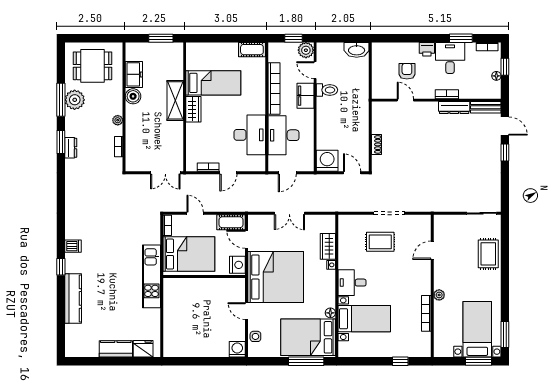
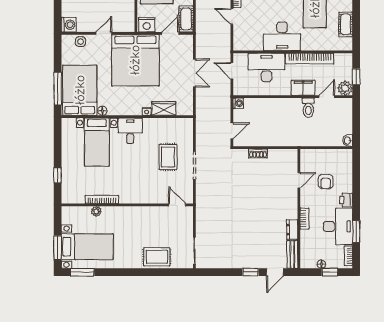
cot: (252, 50) -> (346, 24), moved
washbasin: (357, 50) -> (348, 140), width x0.52, depth x0.69
desk: (450, 58) -> (338, 226), width x1.37
armchair: (407, 71) -> (326, 182), turned 90
dresser: (454, 108) -> (292, 230), width x0.70
desk: (250, 135) -> (282, 36), moved
washing machine: (327, 161) -> (238, 103), width x0.53, depth x0.53
double door: (289, 213) -> (194, 73), swing flipped
door: (432, 250) -> (177, 205), moved
plant: (439, 295) -> (96, 211), moved

